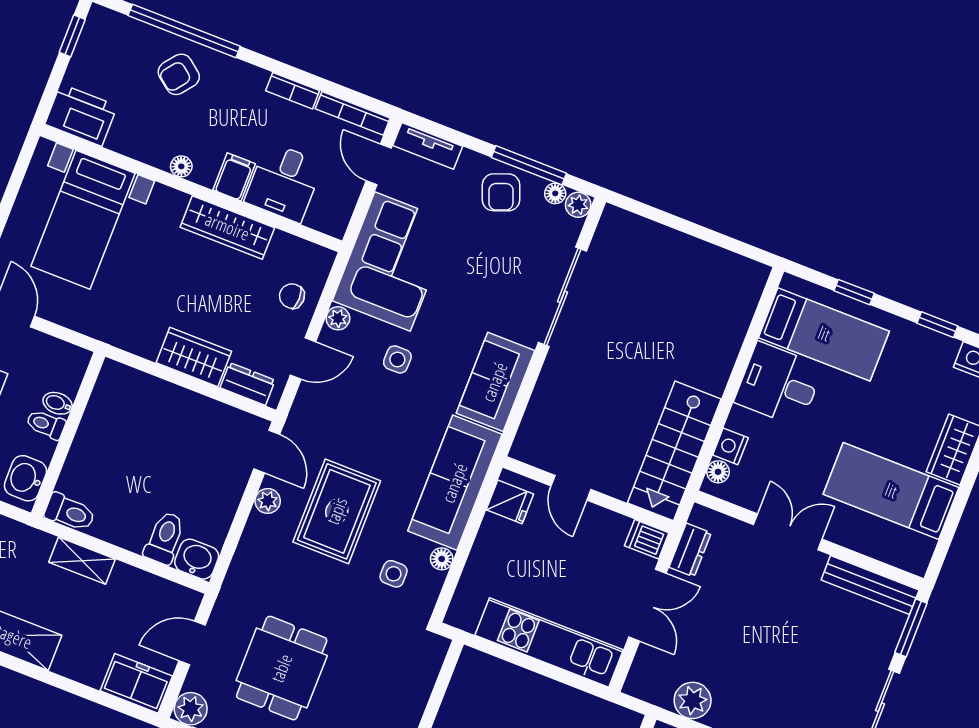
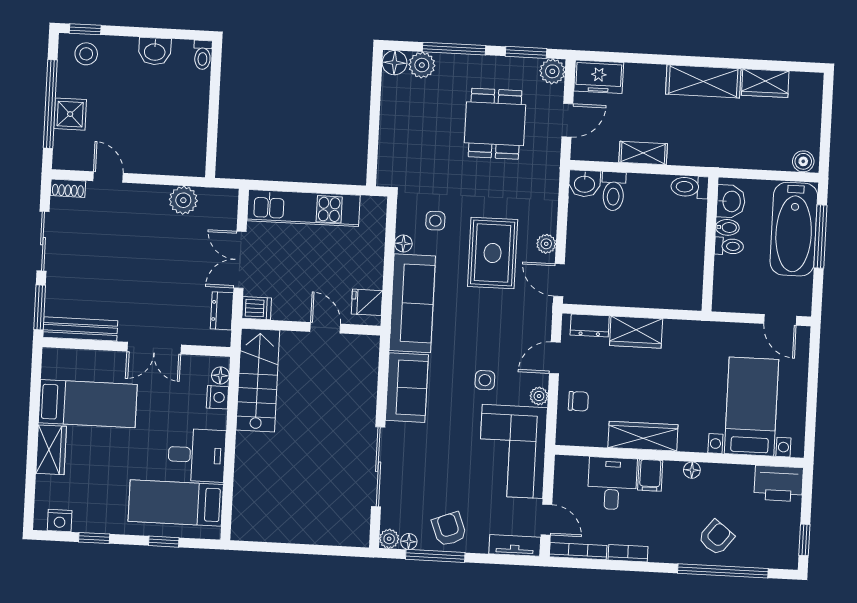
bidet: (58, 403) -> (727, 227), moved
shelving: (82, 561) -> (643, 153), moved

